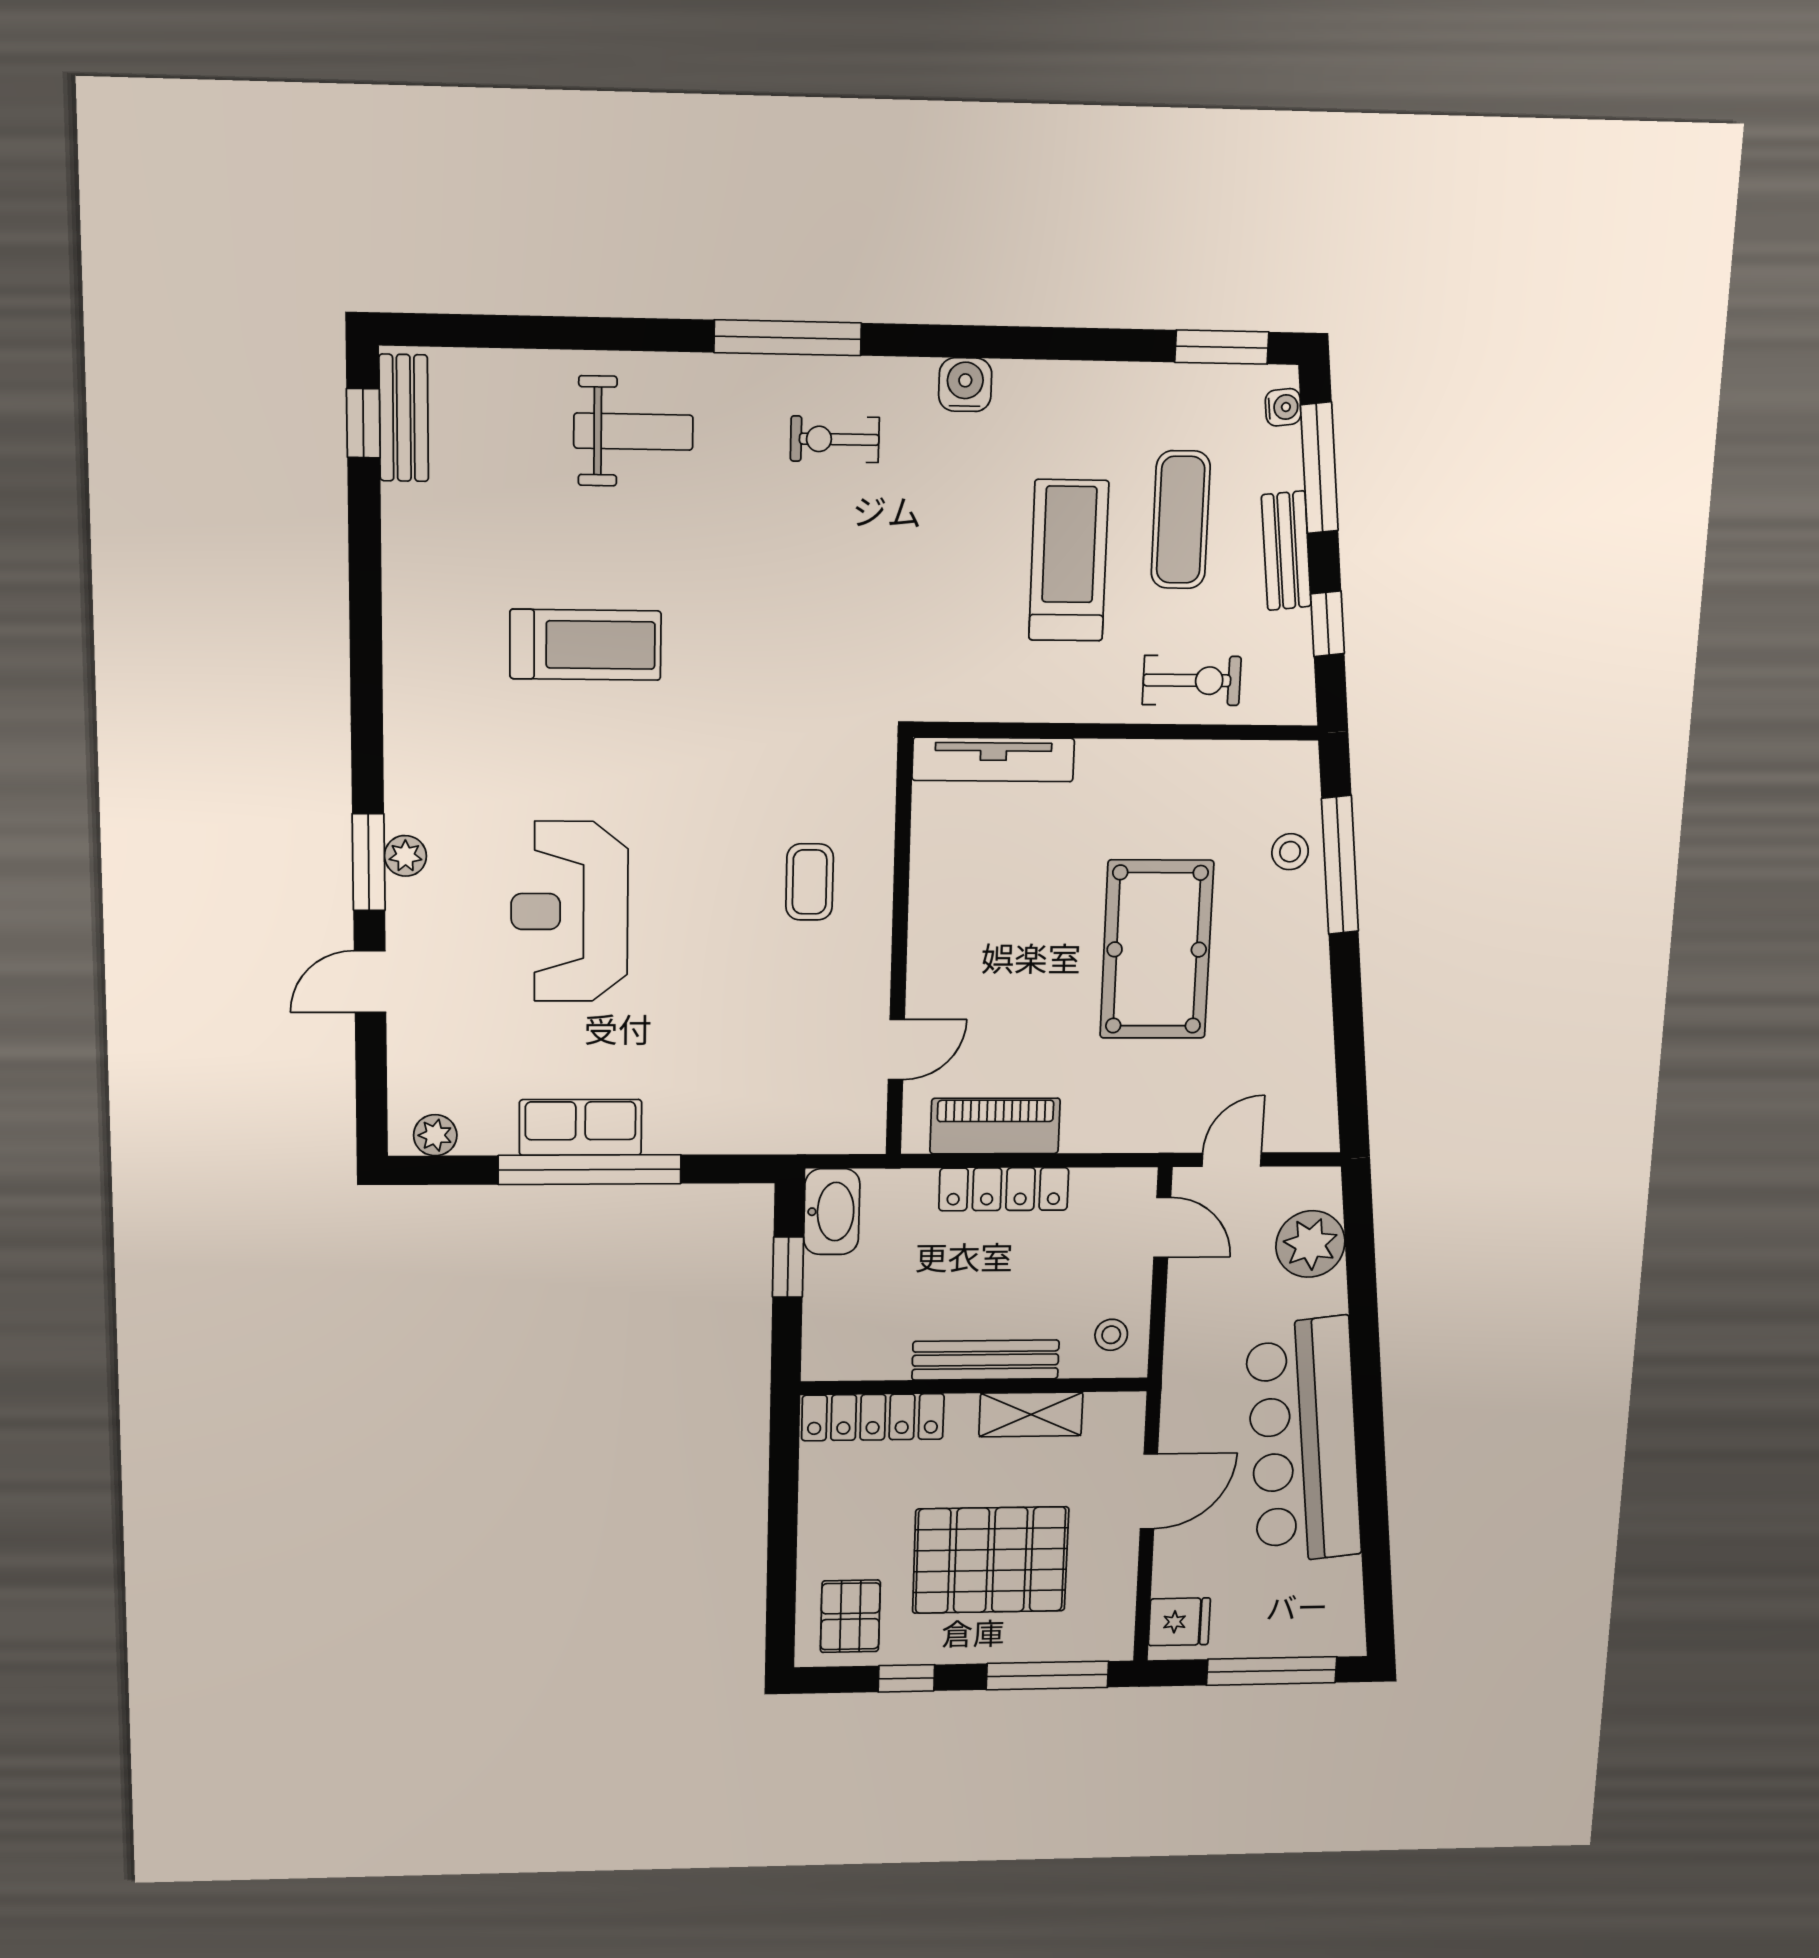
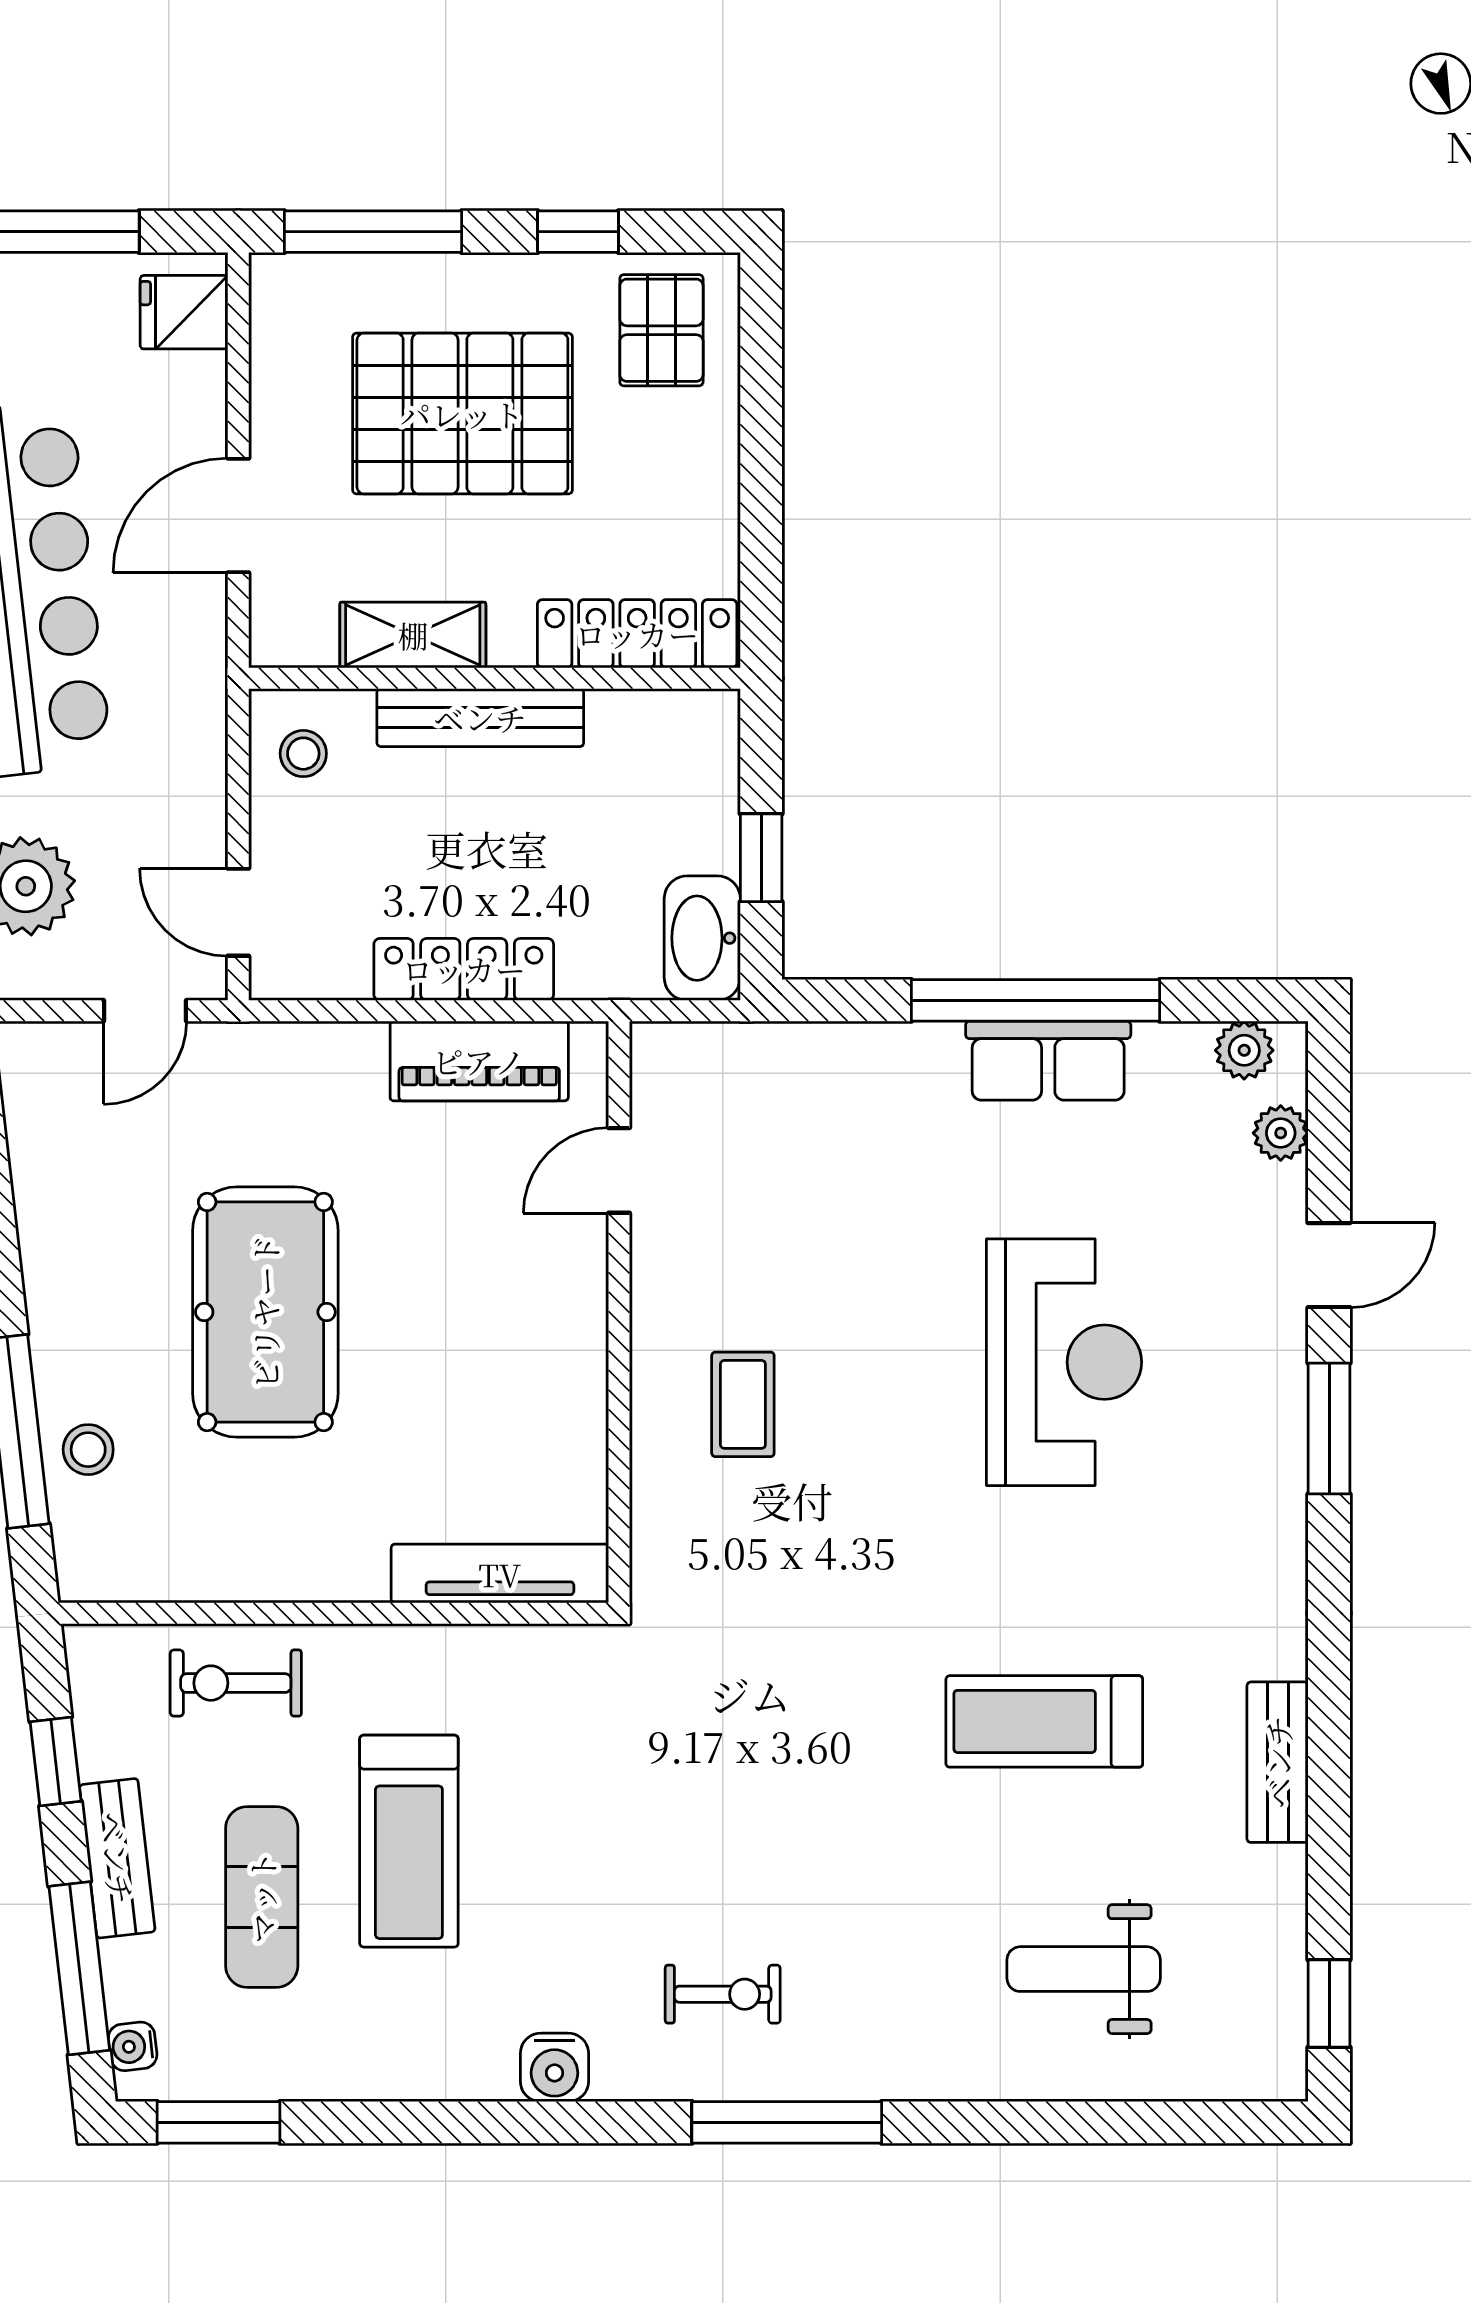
bench: (404, 418) -> (1278, 1762), moved
weight bench: (633, 432) -> (1084, 1969), moved
plant: (405, 856) -> (1281, 1133), moved

